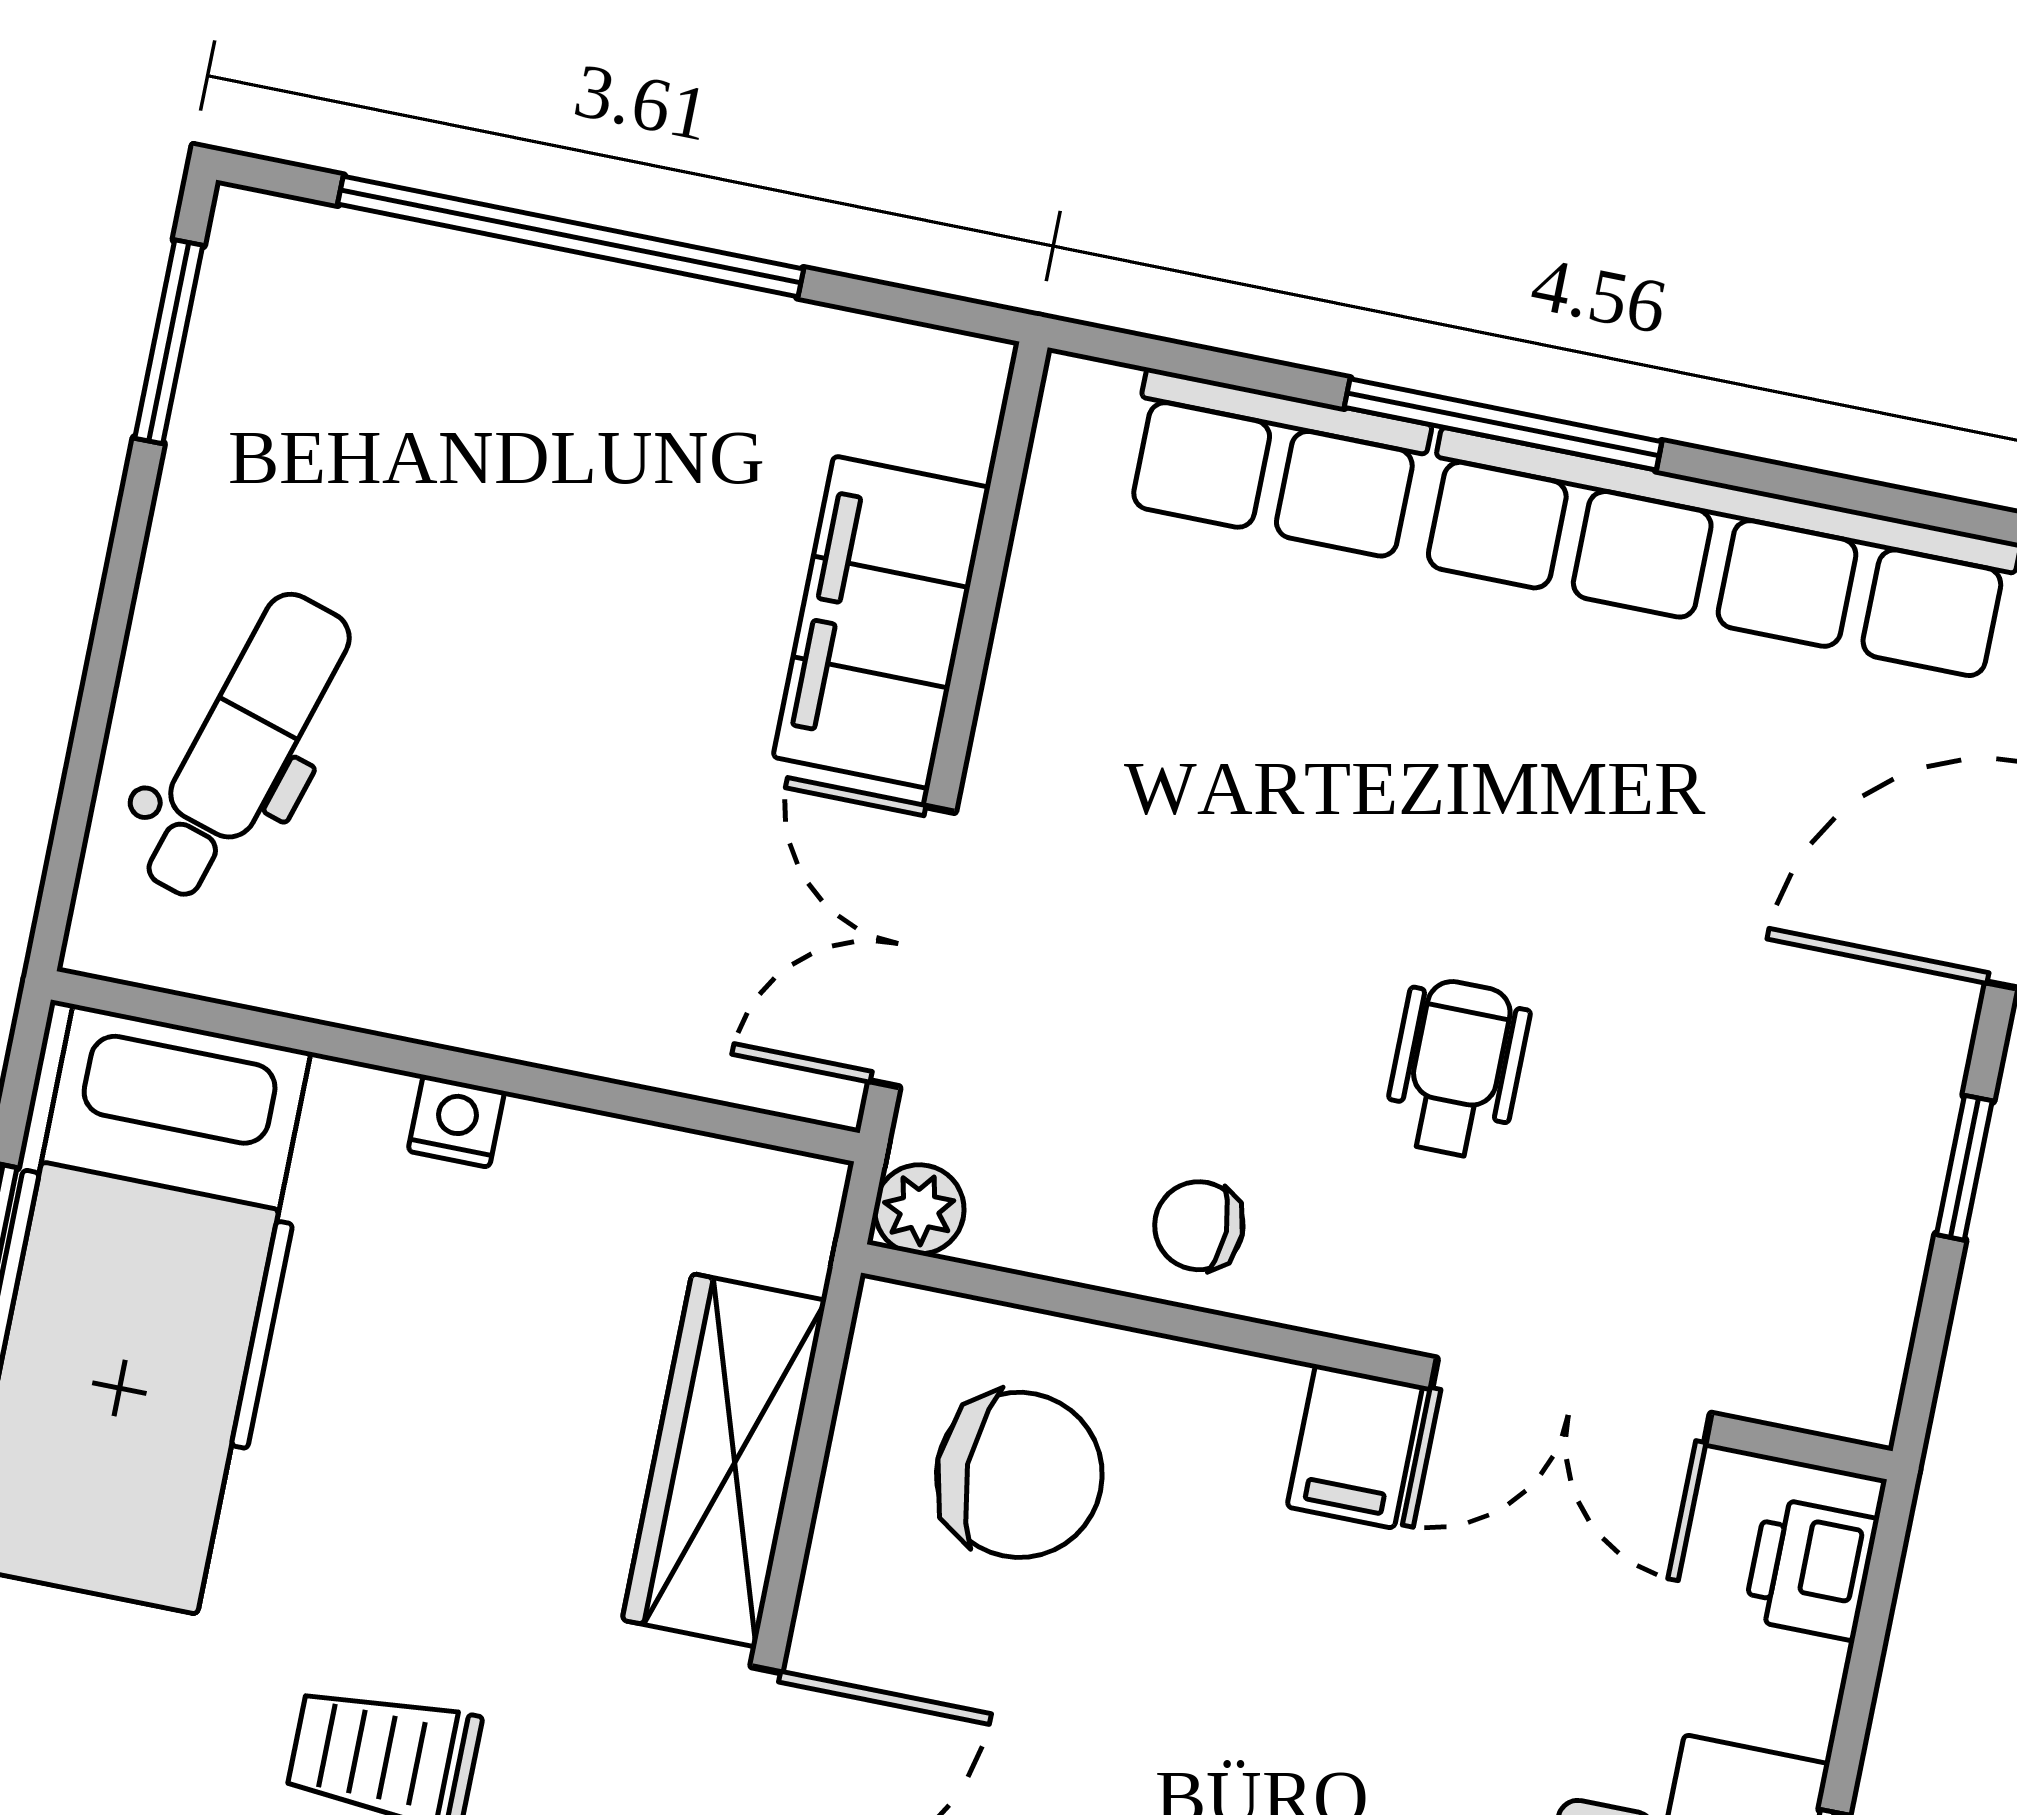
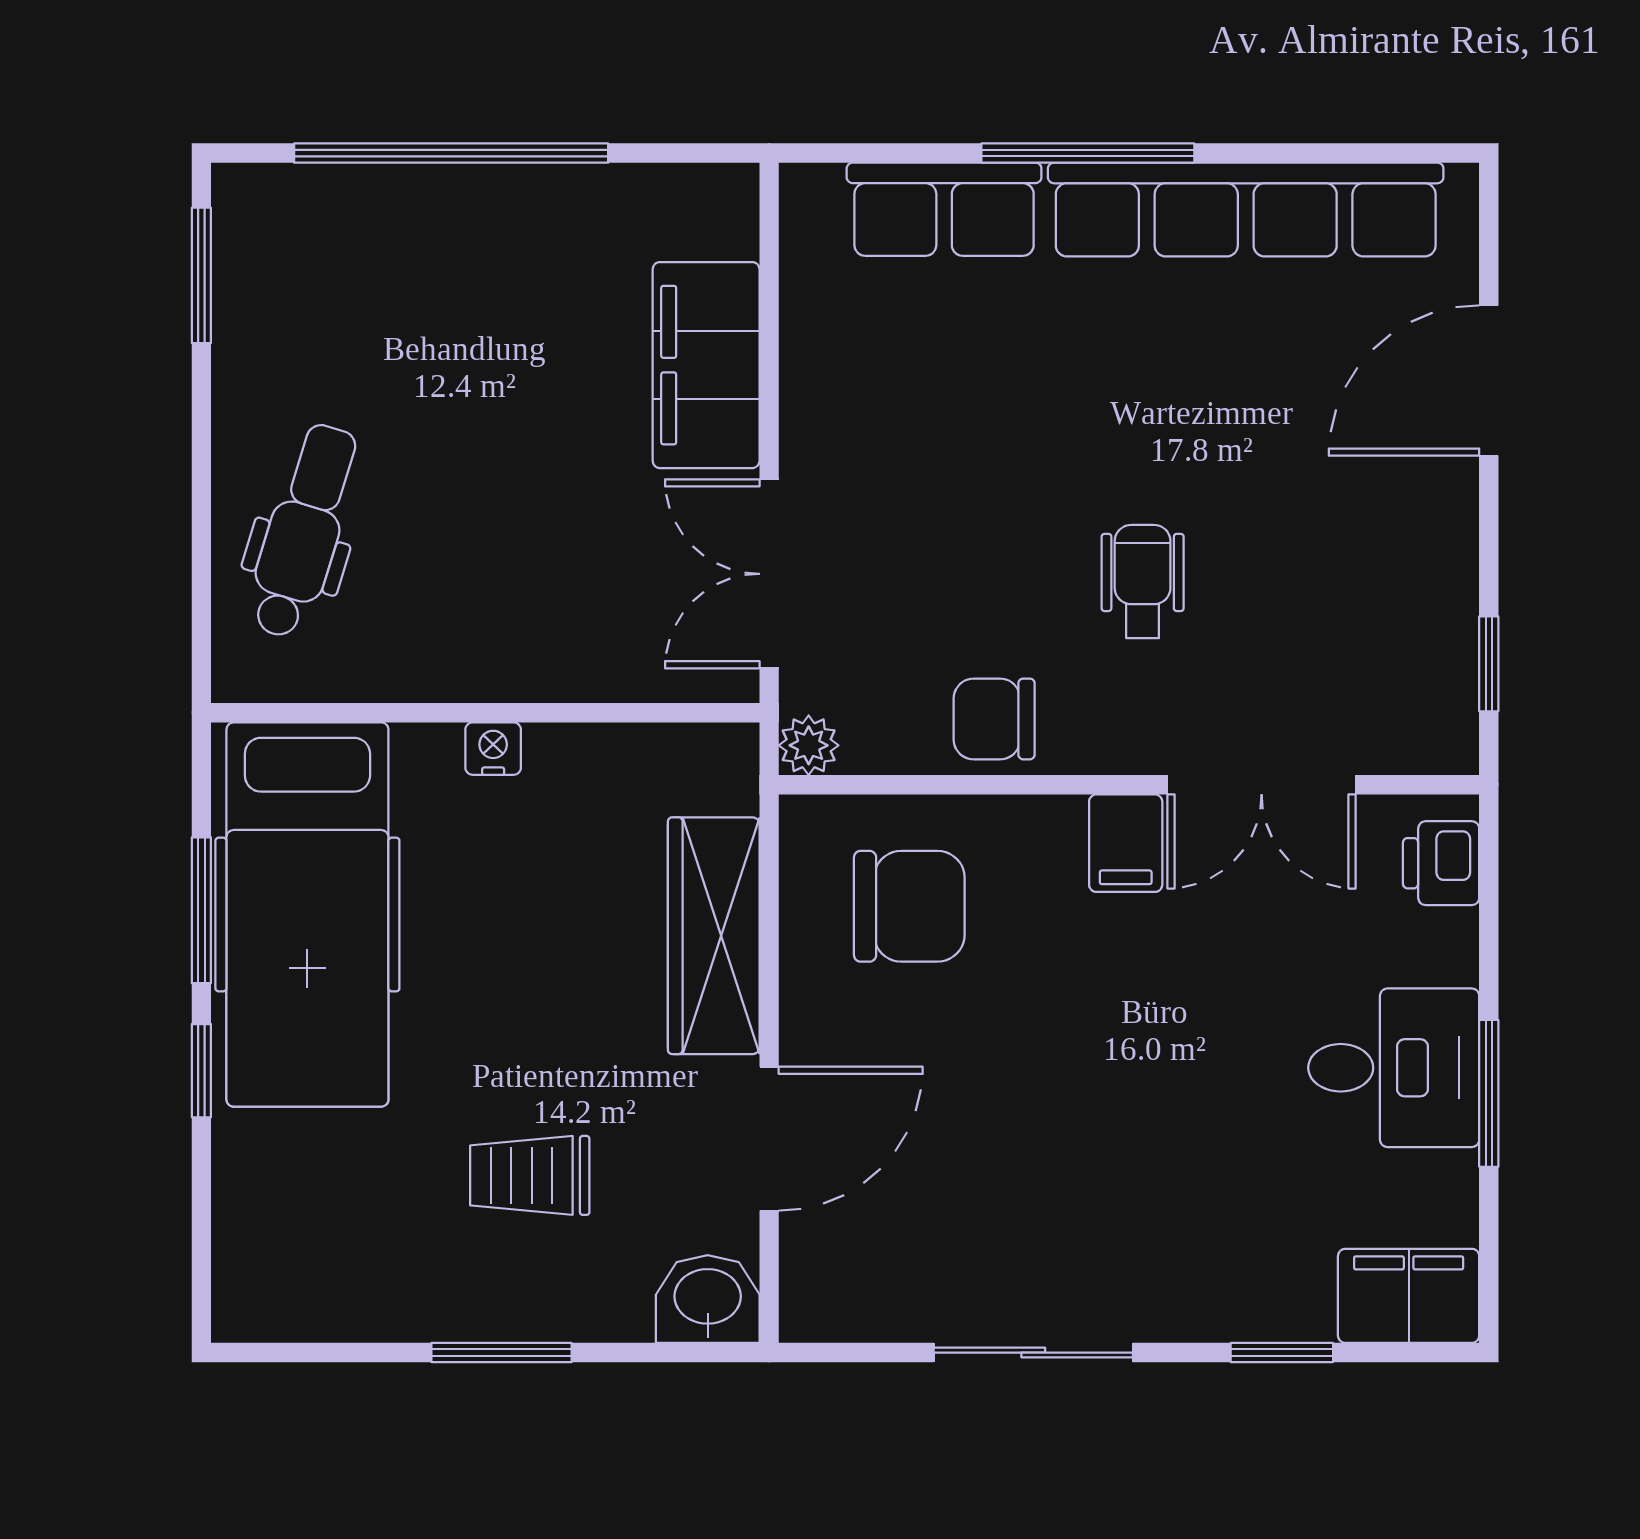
window: (1964, 1168) -> (1489, 664), moved
chair: (1199, 1226) -> (994, 719), width x1.37, depth x1.37

